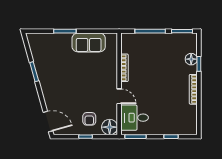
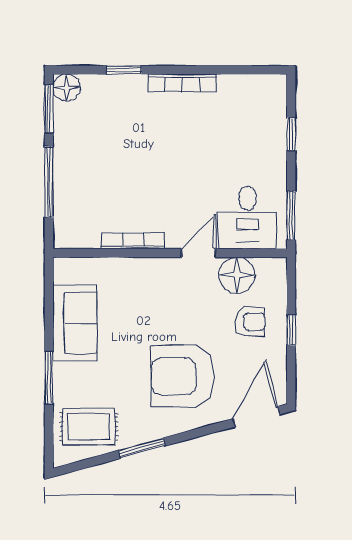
rug: (44, 49) -> (89, 427), added
floor lamp: (191, 59) -> (67, 88), moved
armchair: (66, 89) -> (182, 376), added
floor lamp: (110, 127) -> (237, 275), moved

